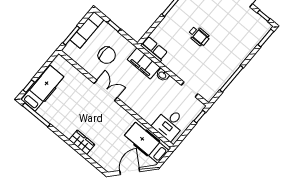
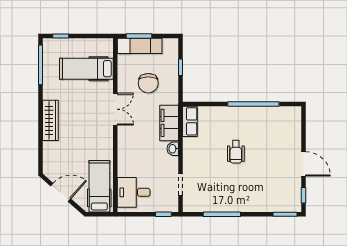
exam couch: (87, 30) -> (140, 46), moved
hospital bed: (43, 88) -> (86, 69), moved, turned 180
wardrobe: (82, 142) -> (50, 120), width x1.50

